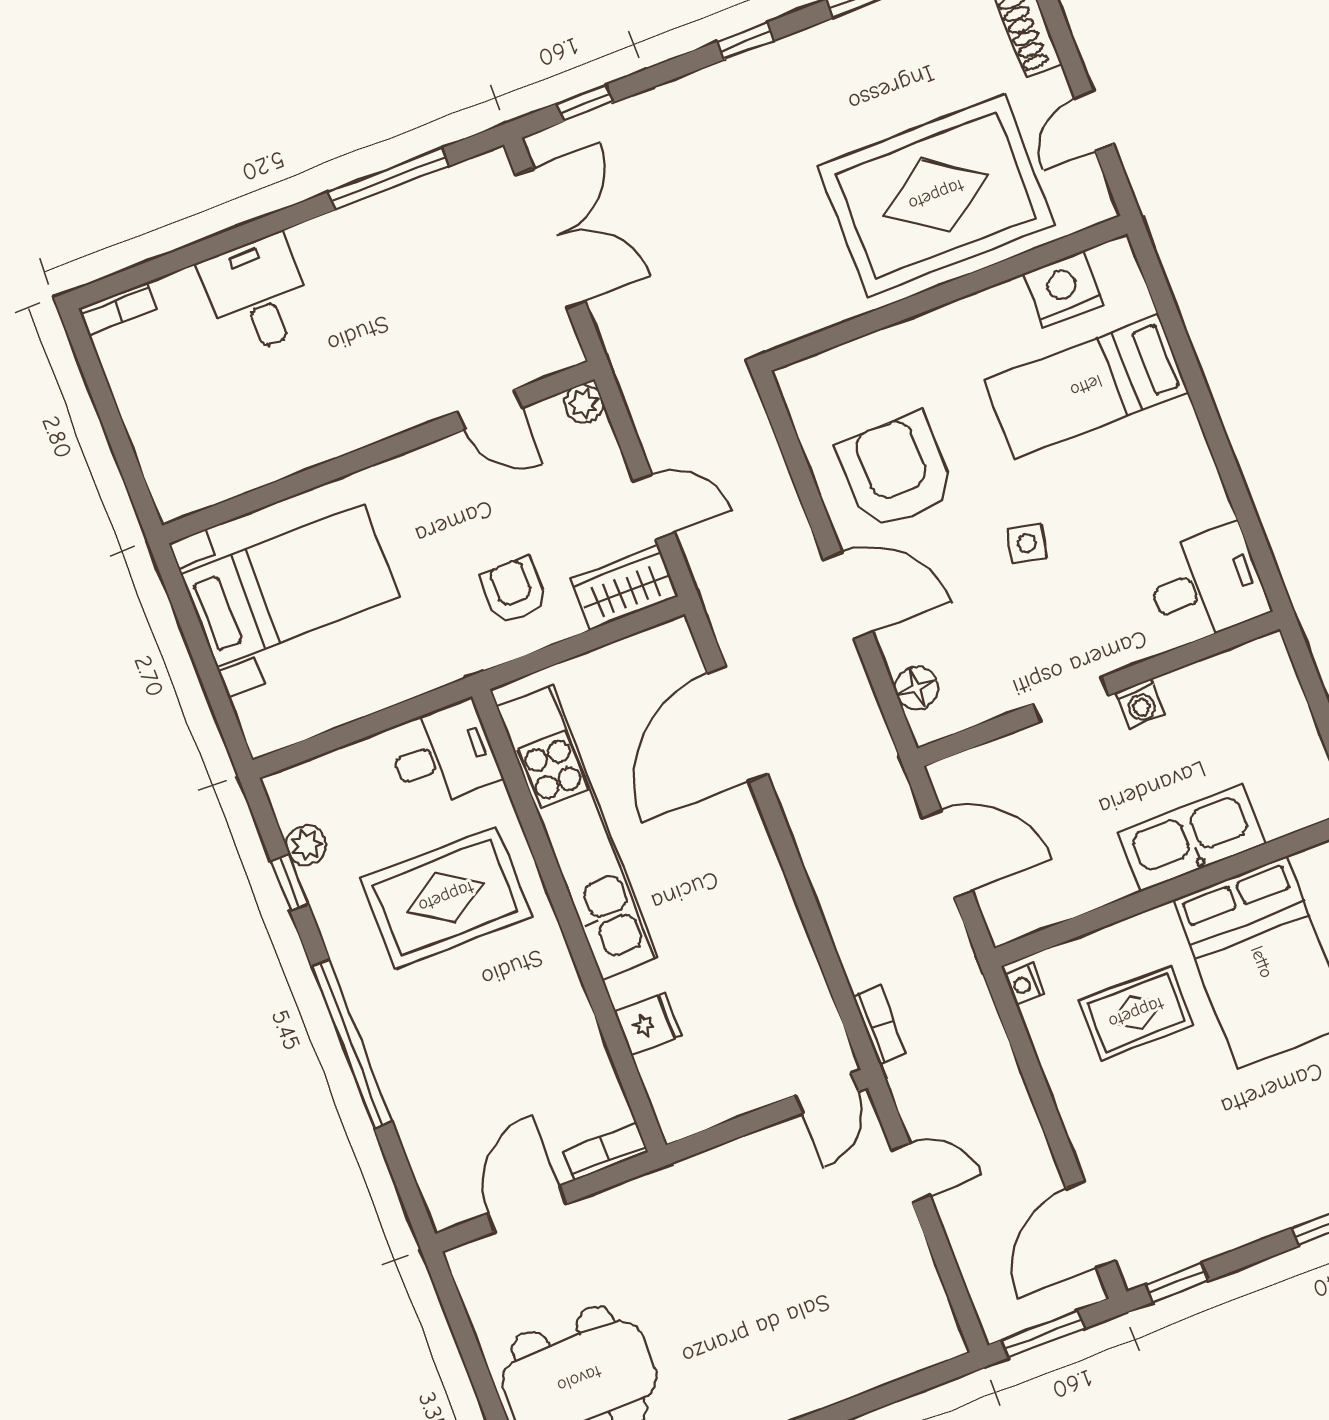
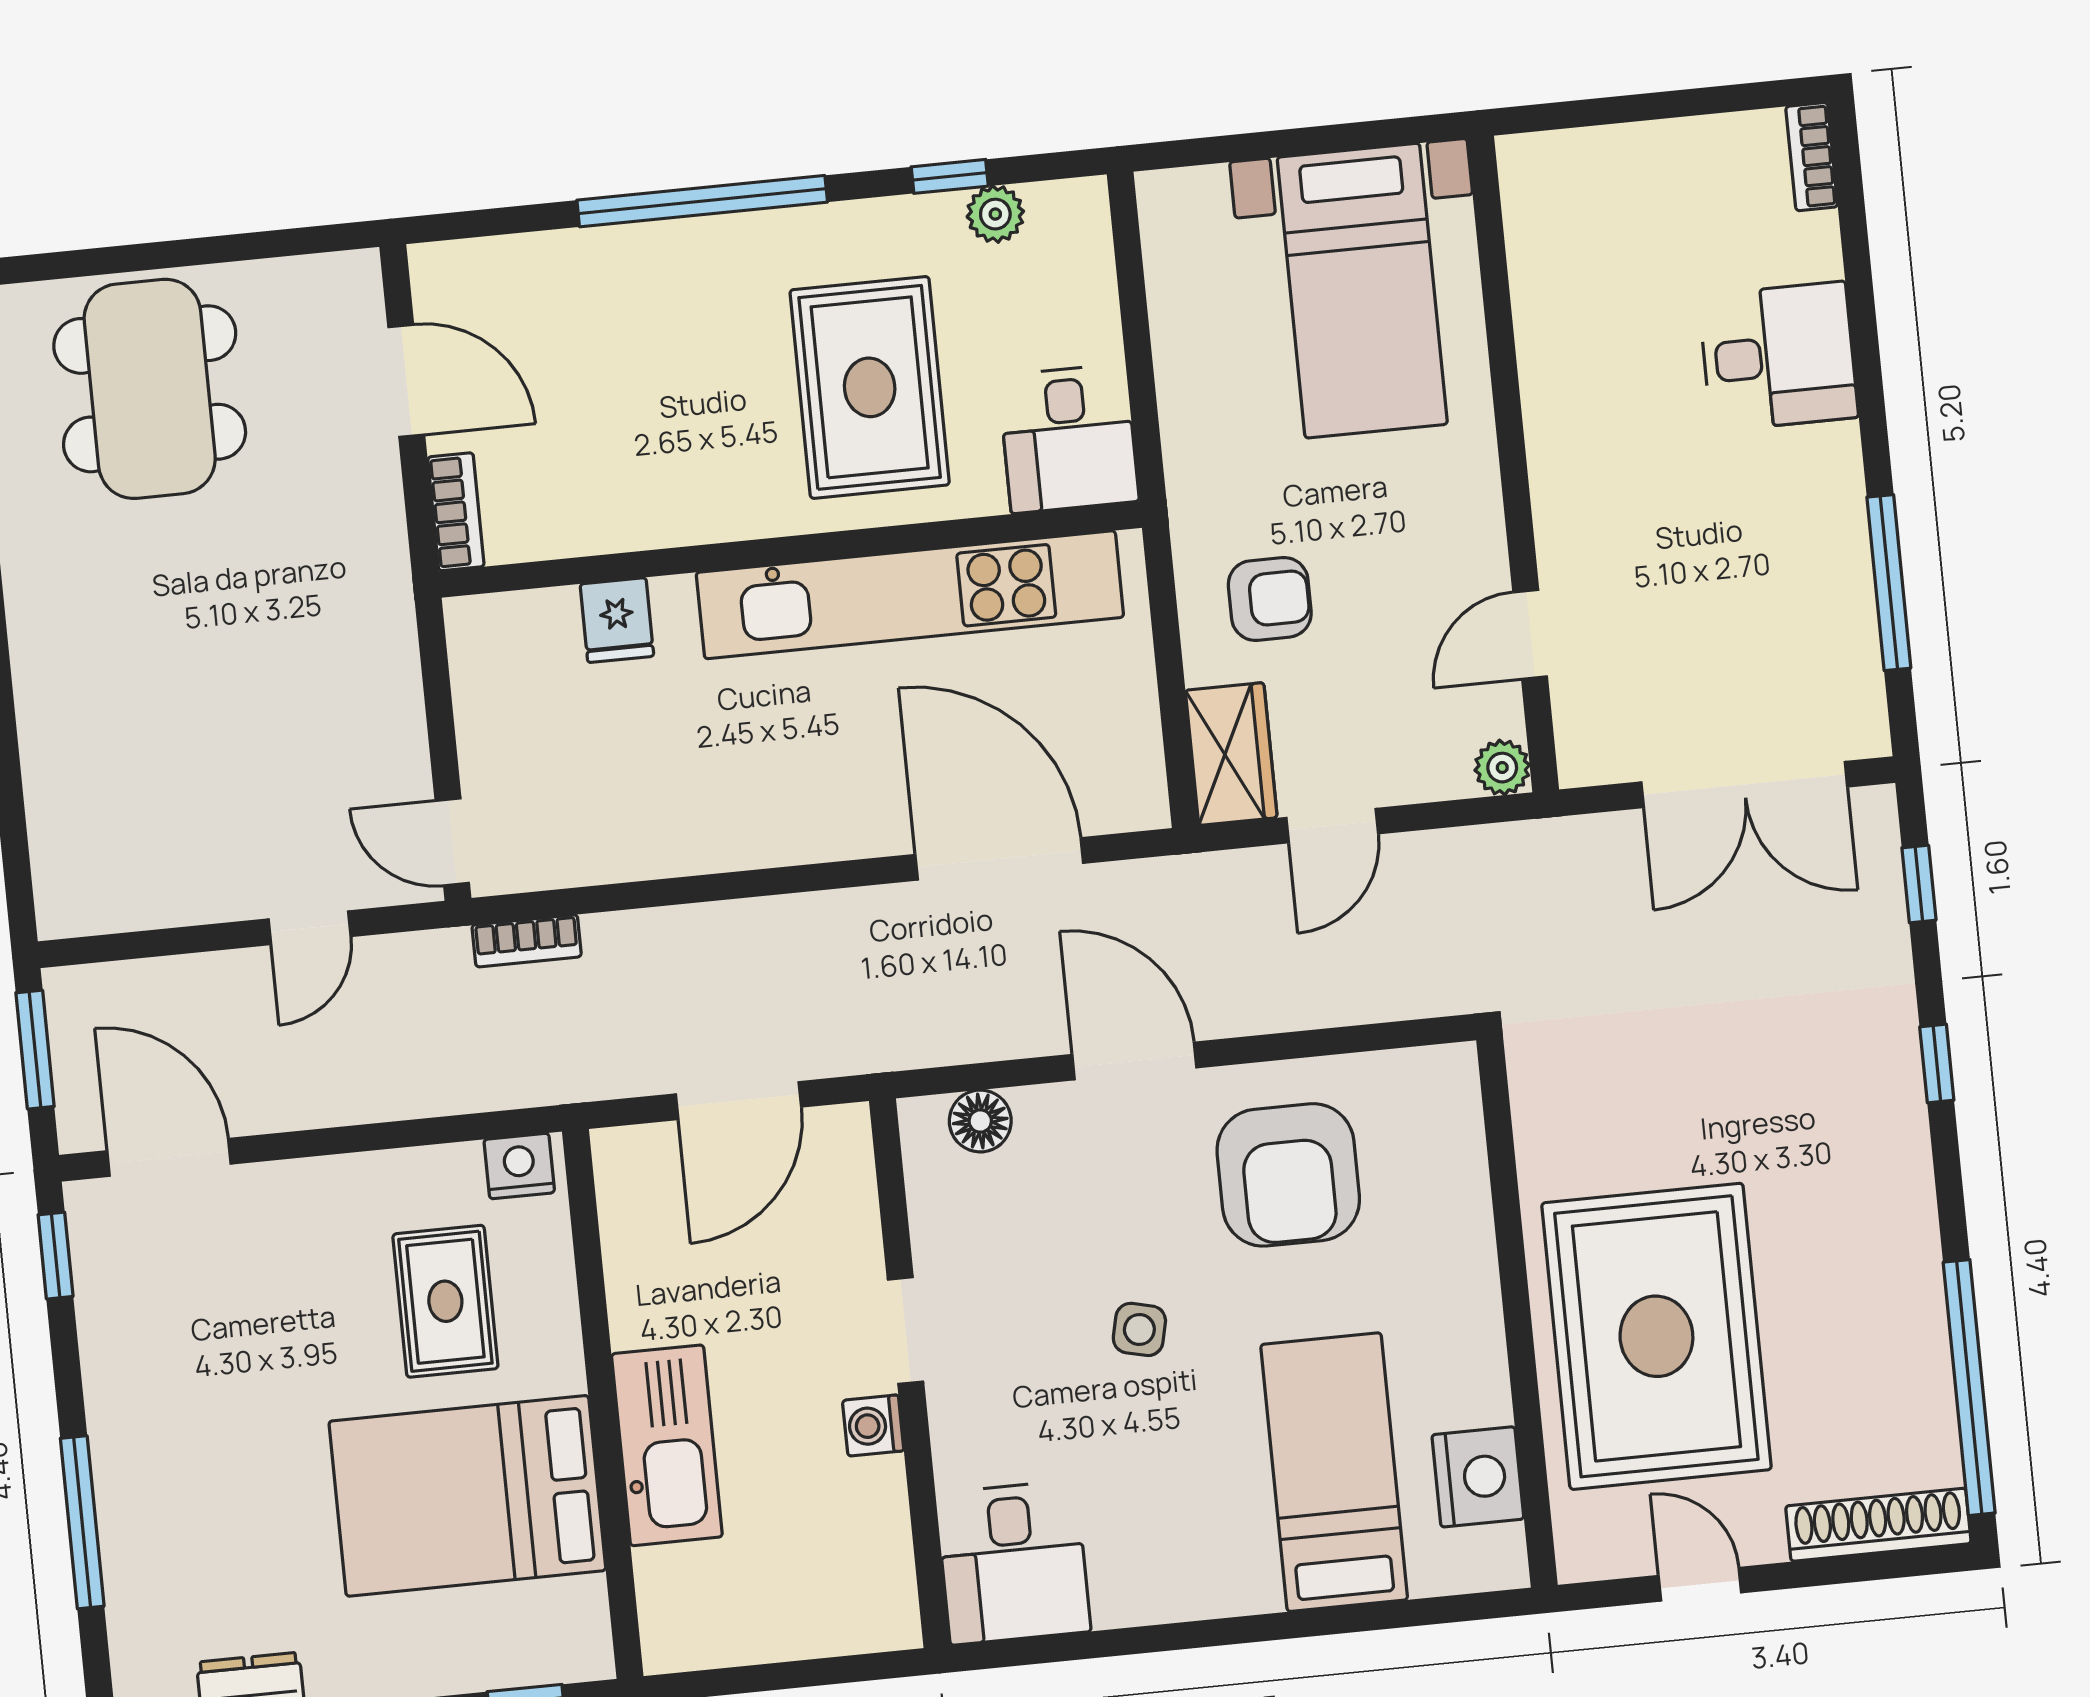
window: (746, 41) -> (1937, 1063), moved
armchair: (896, 472) -> (1288, 1175), turned 90
door: (848, 596) -> (1134, 1061), swing flipped
nightstand: (1024, 984) -> (519, 1166), width x1.39, depth x1.35

